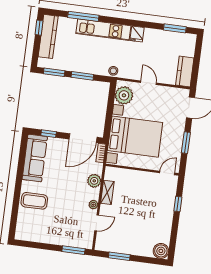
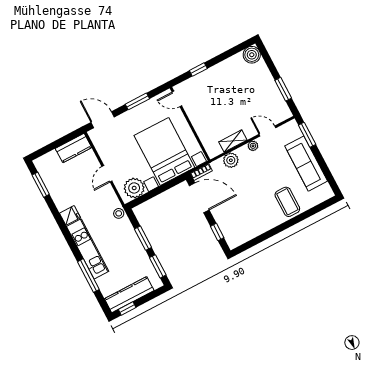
sofa: (35, 158) -> (306, 164), moved, turned -90

